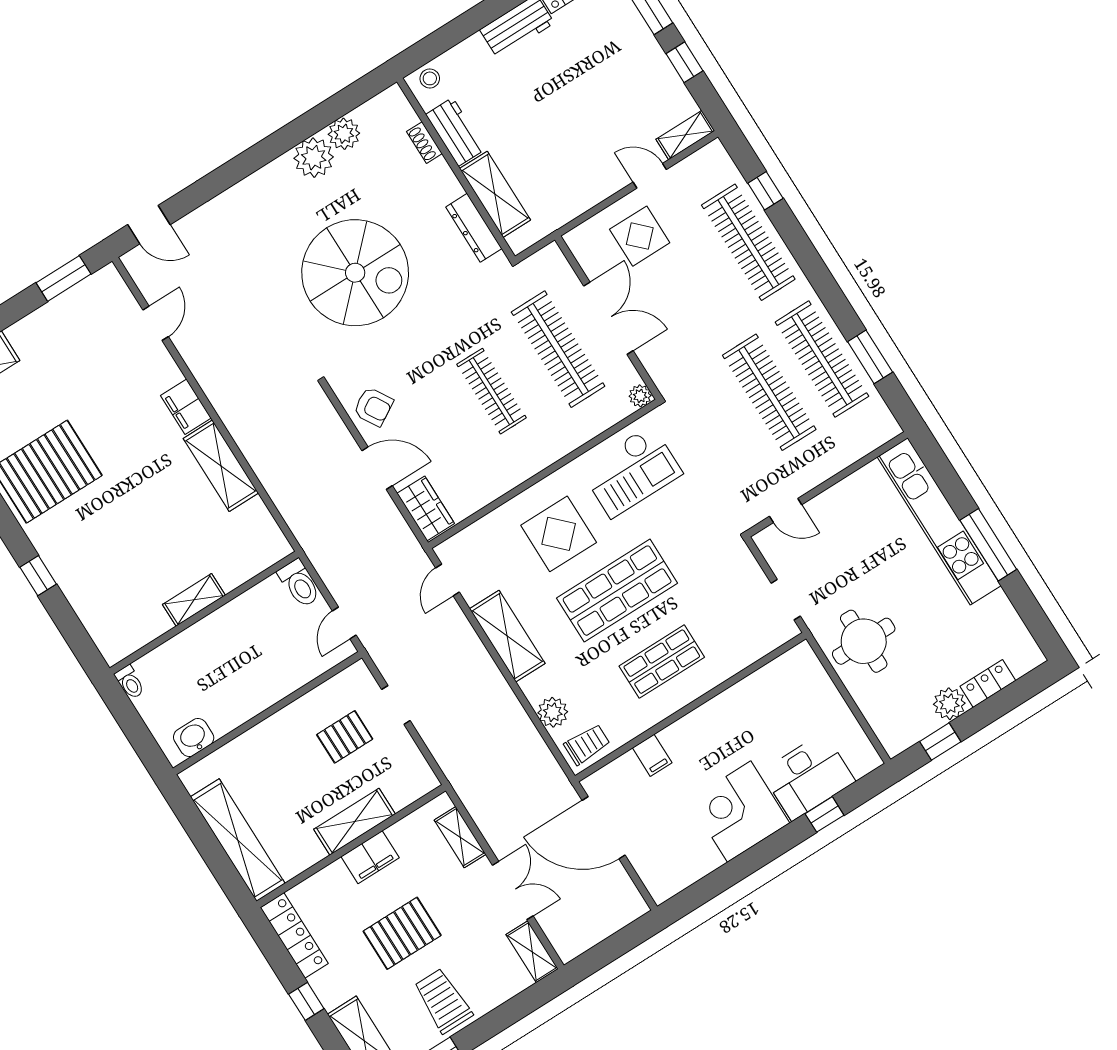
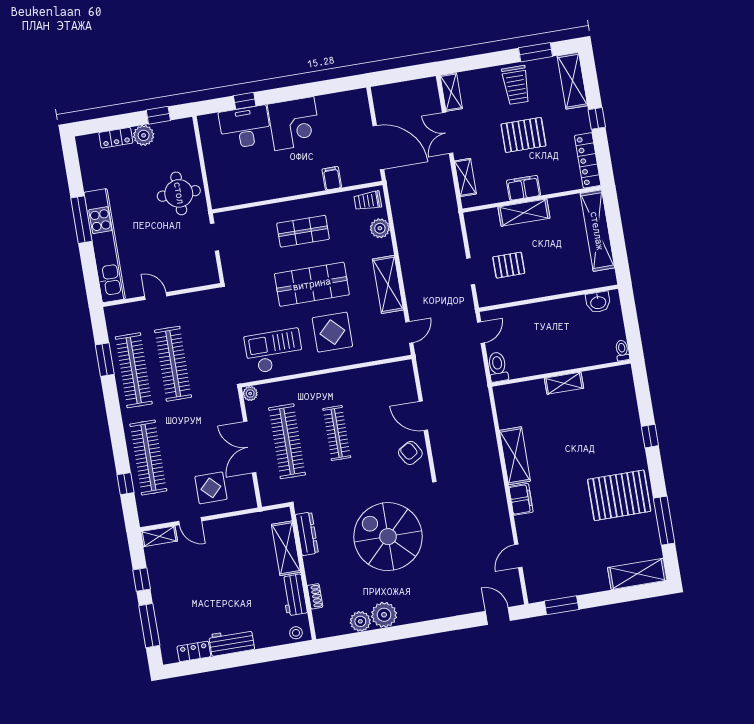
wardrobe: (426, 508) -> (405, 380), removed
door: (786, 510) -> (156, 296), moved

